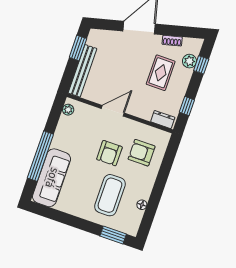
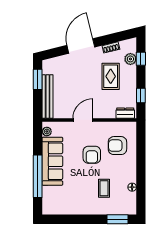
sofa: (52, 178) -> (52, 161), moved
coffee table: (110, 195) -> (104, 188), width x0.54, depth x0.58

